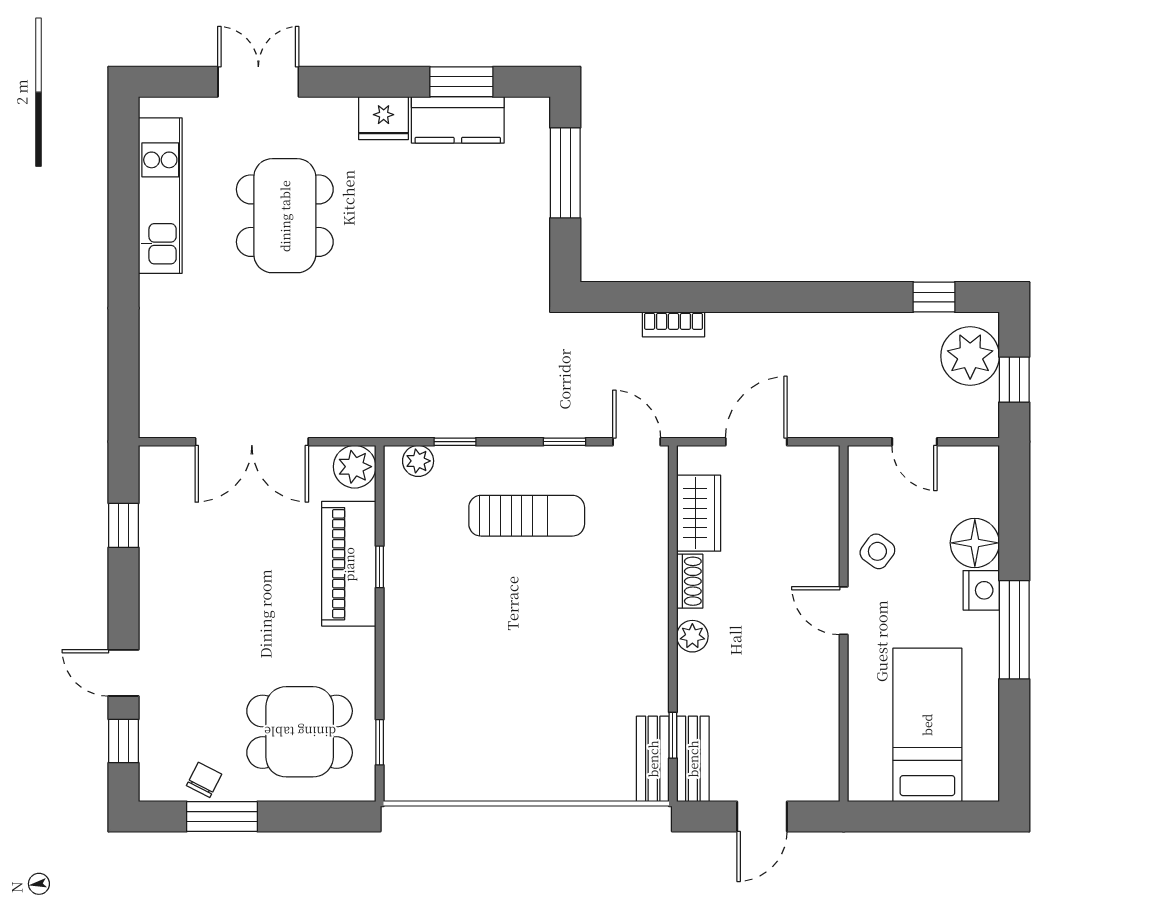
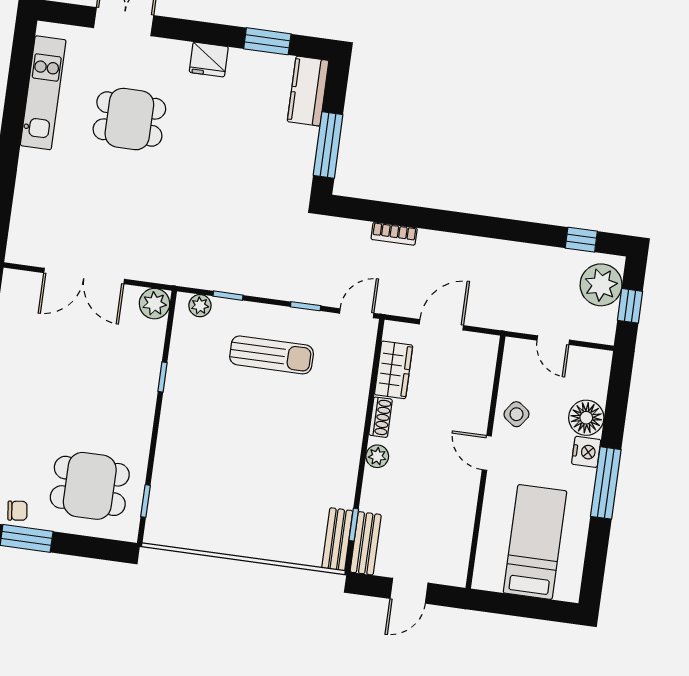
kitchen counter: (458, 120) -> (308, 91), moved, turned 90
window: (565, 173) -> (328, 145), moved
dining table: (285, 216) -> (129, 119), width x0.73
door: (637, 442) -> (357, 313), hinge flipped
piano: (349, 564) -> (141, 372), removed
chair: (204, 780) -> (17, 511), turned 56

